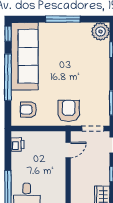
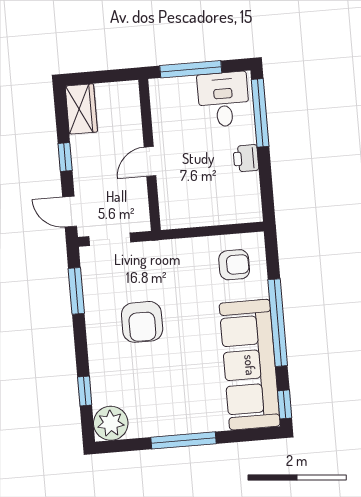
armchair: (69, 111) -> (142, 322), moved
printer: (17, 144) -> (246, 158), moved
door: (68, 150) -> (150, 161), moved

